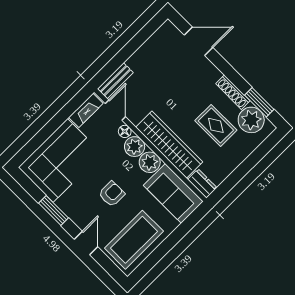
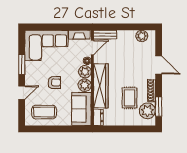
plant: (159, 40) -> (142, 36), added
door: (198, 41) -> (159, 65), moved
coffee table: (134, 240) -> (44, 112), width x0.73, depth x0.76

